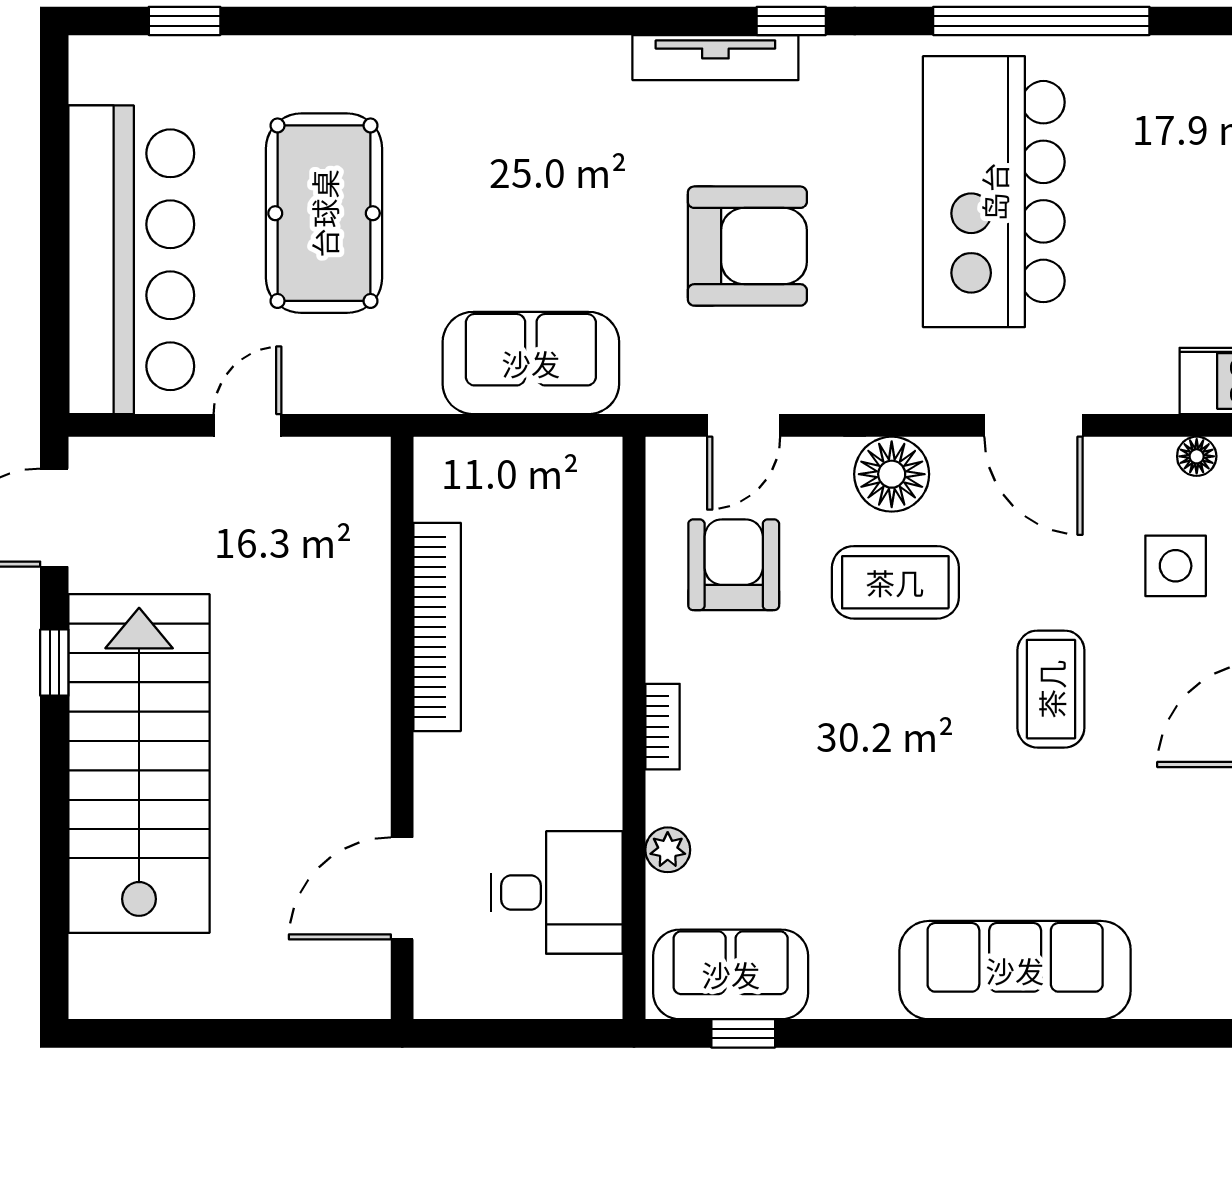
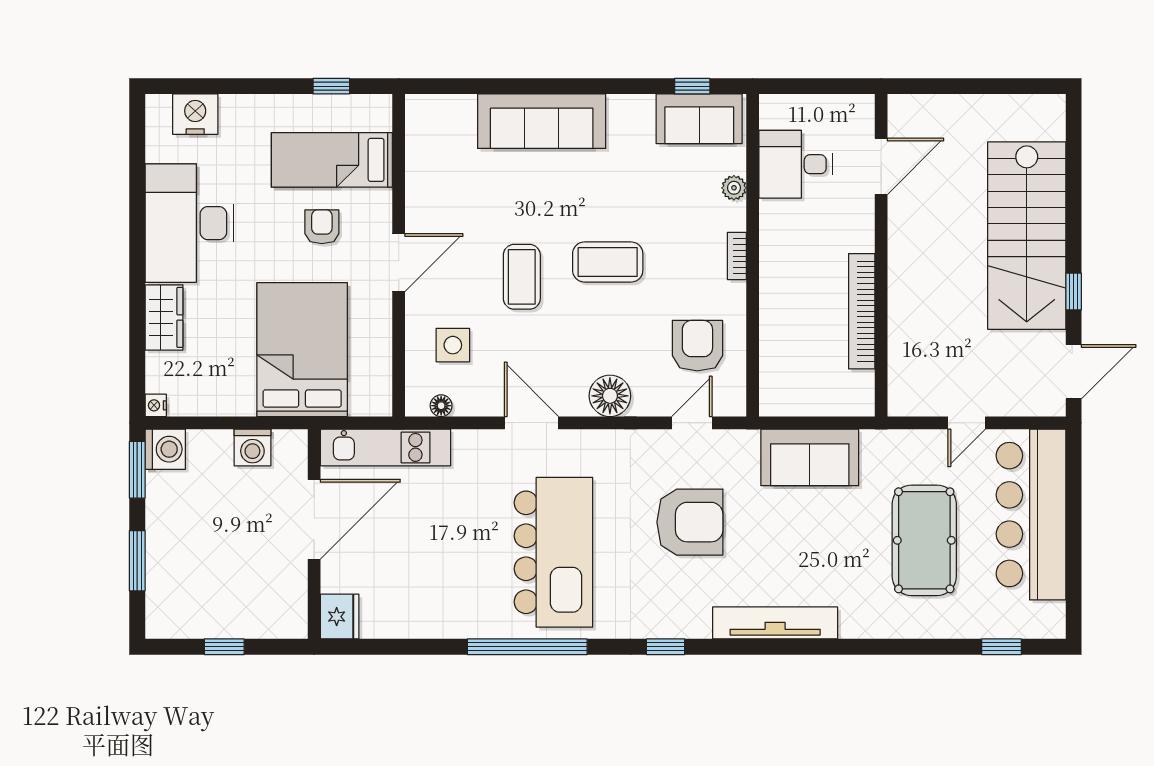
tv unit: (715, 58) -> (775, 623), moved, width x1.36, depth x1.29
armchair: (747, 246) -> (690, 522), turned 180
armchair: (734, 565) -> (697, 346), turned 180
coffee table: (895, 582) -> (608, 262), moved

